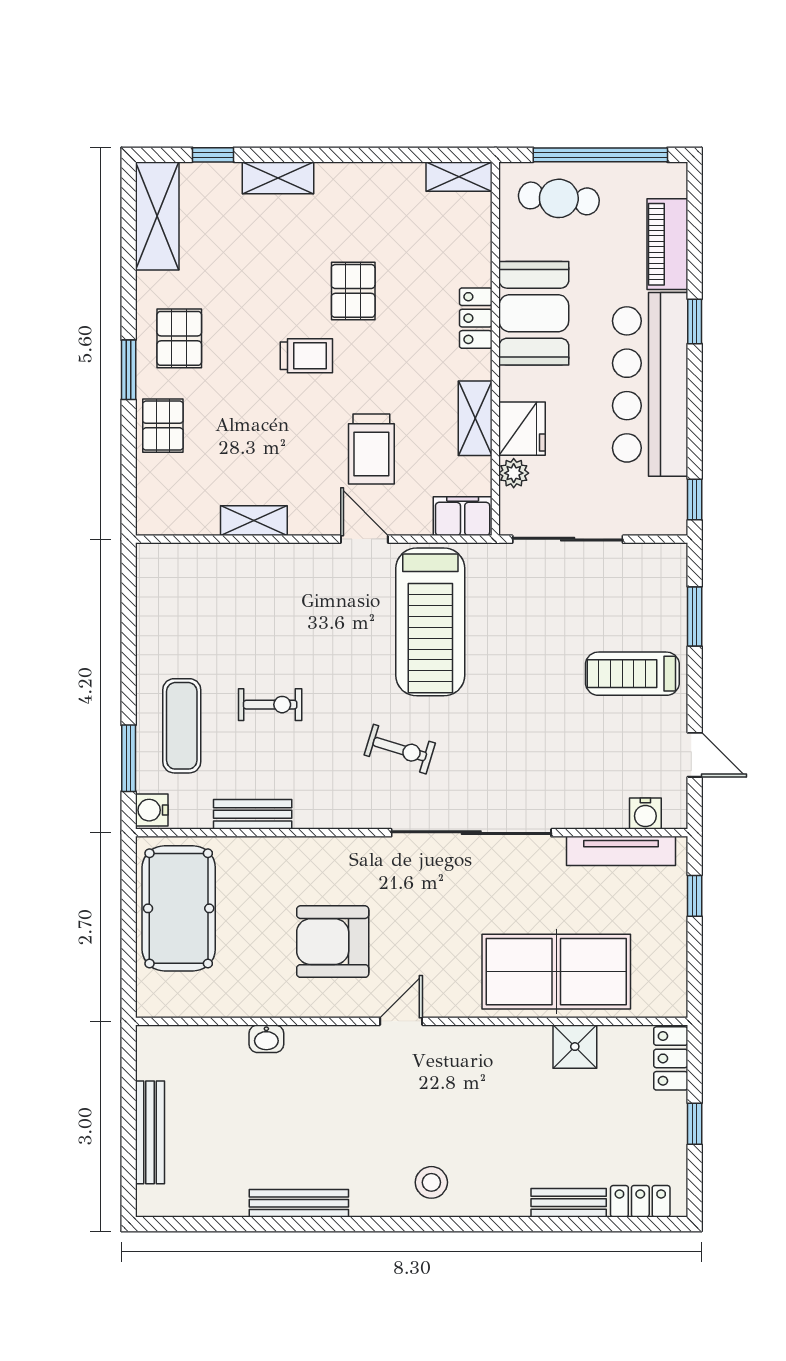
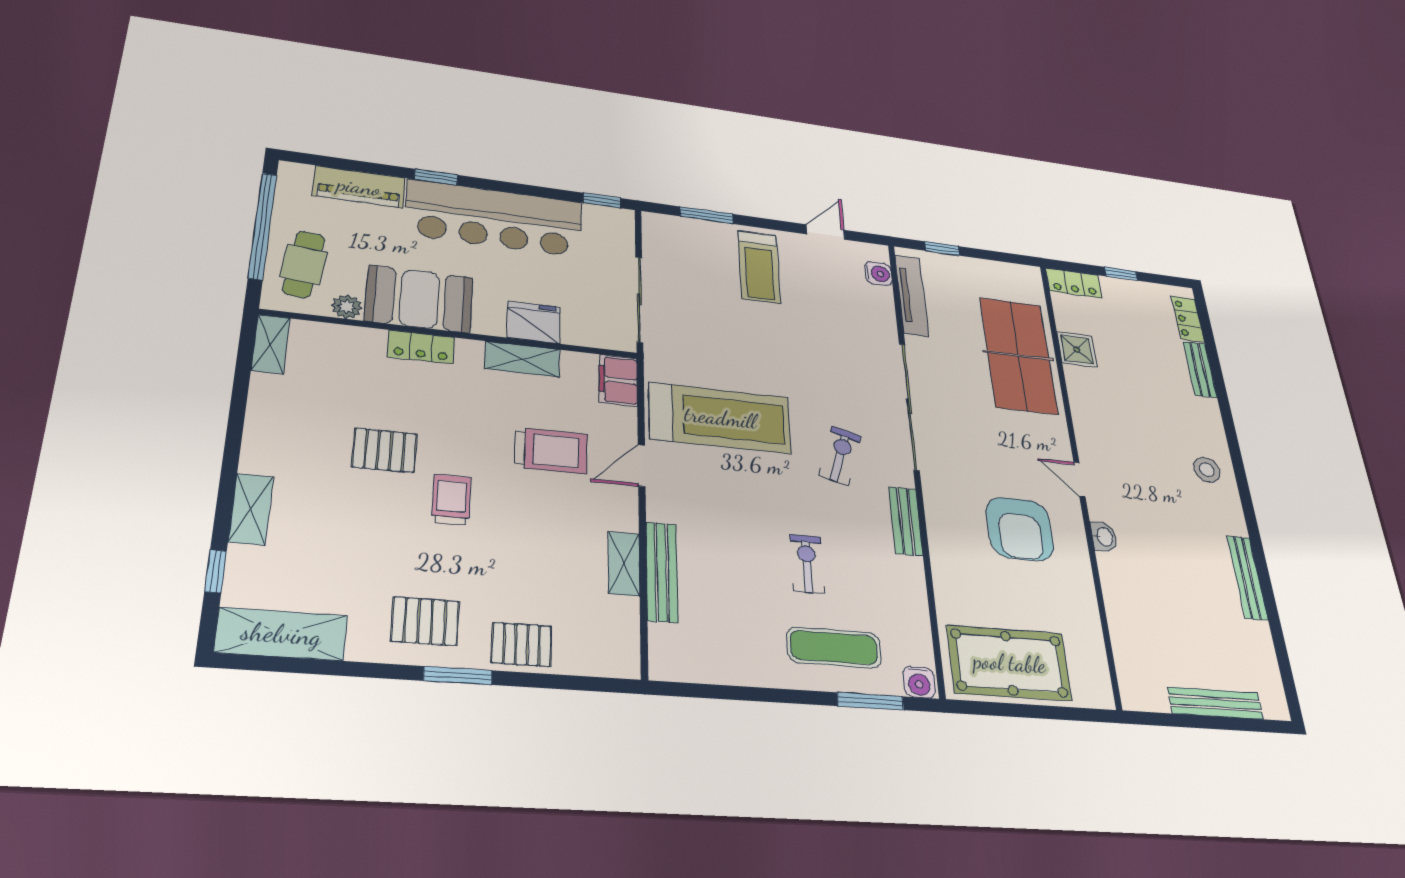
plant: (514, 473) -> (347, 307), moved
bench: (248, 557) -> (662, 572), added
bench: (253, 814) -> (906, 521), moved
washbasin: (266, 1039) -> (1104, 537), moved

